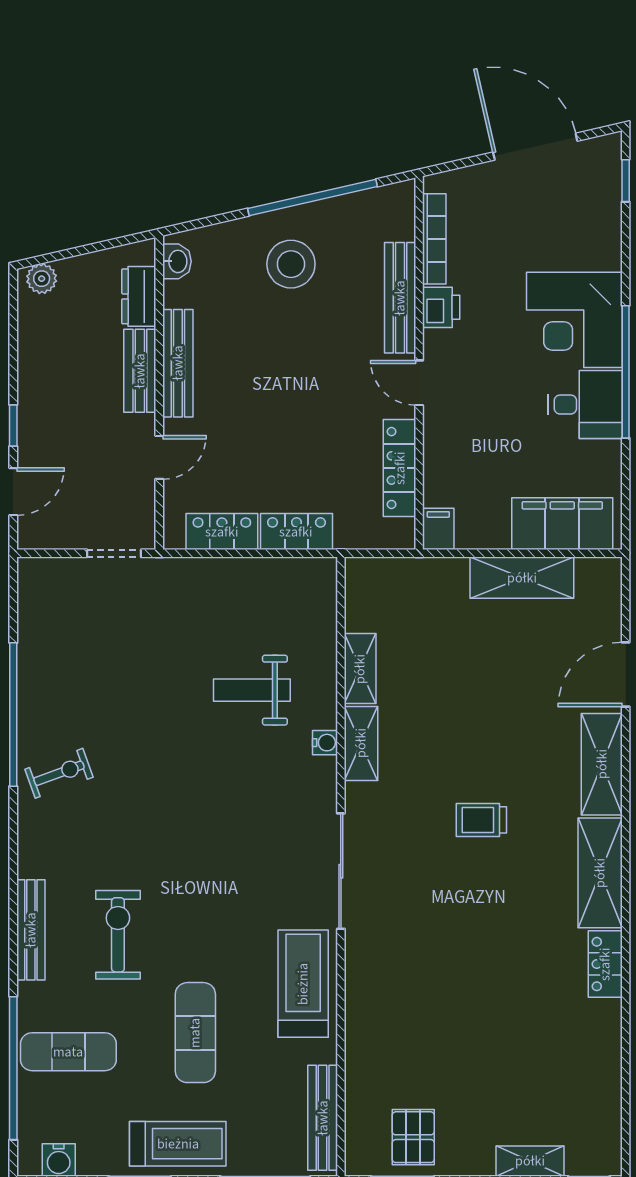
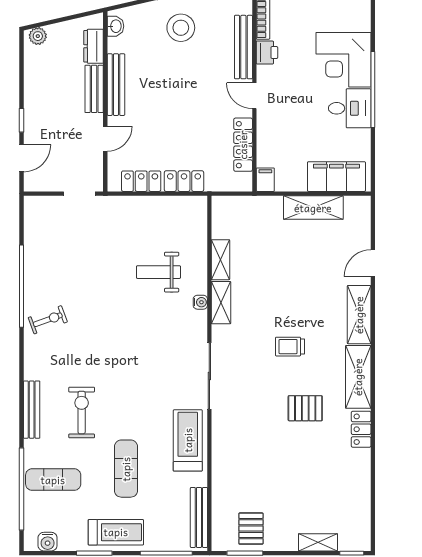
door: (626, 675) -> (373, 263), width x0.73
pallet: (508, 927) -> (305, 408), added

